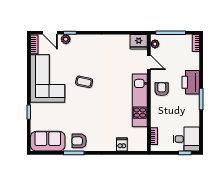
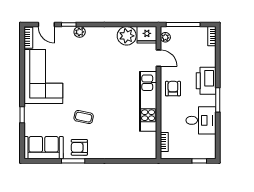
plant: (66, 39) -> (80, 32), moved
plant: (121, 43) -> (127, 36), added
coffee table: (84, 82) -> (84, 117), moved
desk: (186, 139) -> (201, 120), moved
dishwasher: (122, 144) -> (128, 151), removed

